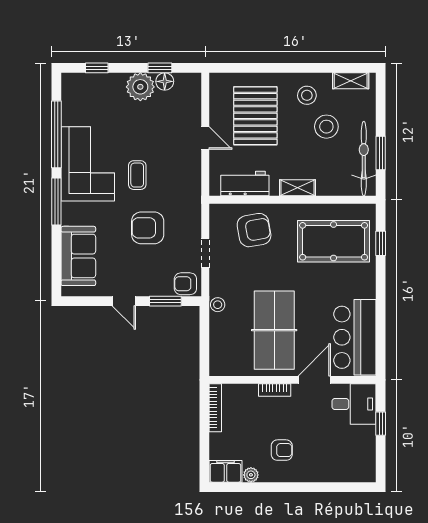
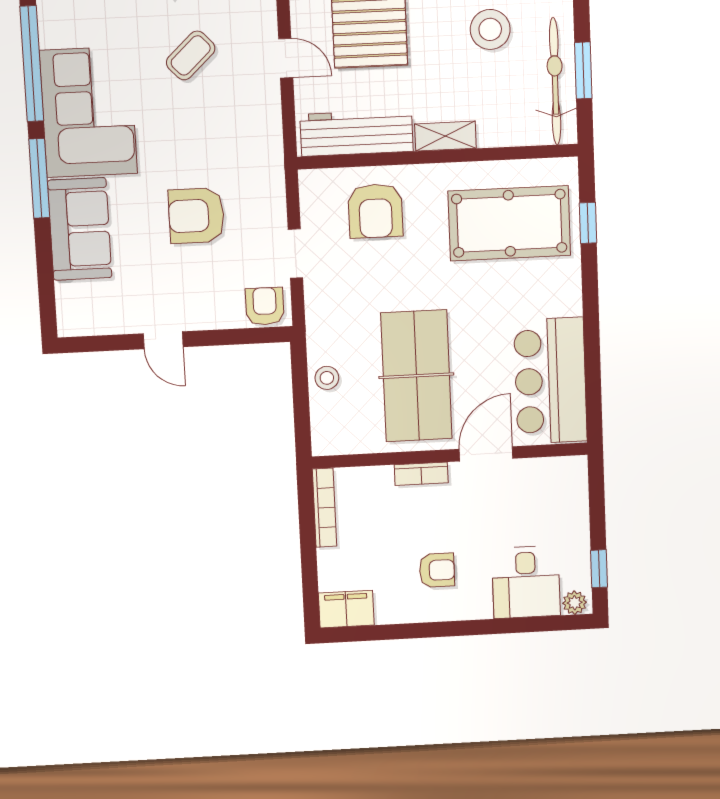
coffee table: (137, 175) -> (191, 55), moved, turned 47
workbench: (245, 183) -> (357, 133), width x1.38
armchair: (254, 230) -> (375, 211), turned 100
sofa: (78, 256) -> (80, 229), moved
armchair: (185, 284) -> (265, 306), turned 90
window: (165, 301) -> (233, 337), removed
stool: (218, 305) -> (327, 378), moved
desk: (354, 404) -> (526, 582), moved, turned 90
window: (381, 424) -> (599, 569), moved
plant: (251, 475) -> (575, 603), moved

